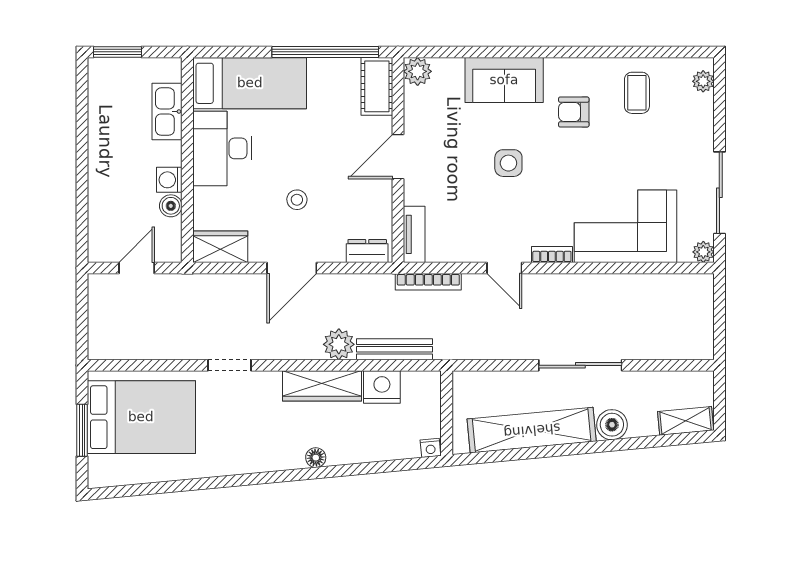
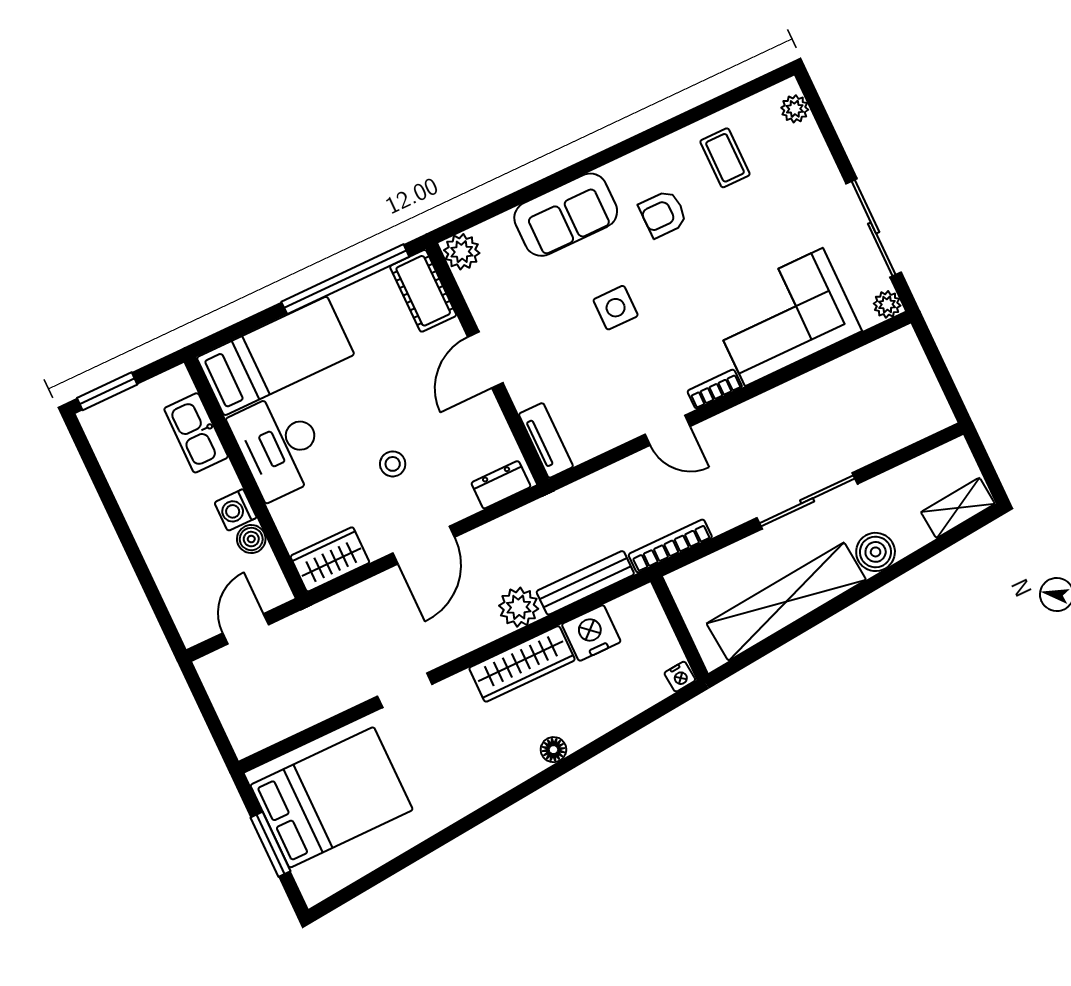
bookcase: (428, 282) -> (670, 546), moved, turned 180

